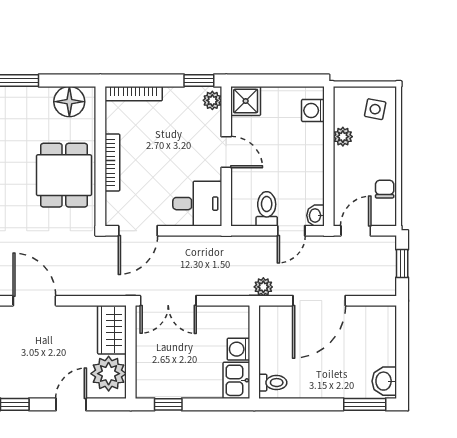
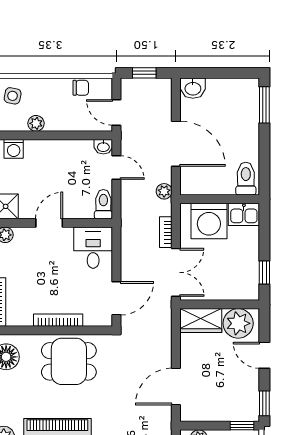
chair: (385, 189) -> (81, 88), turned 180
toilet: (267, 209) -> (103, 204), moved, turned 90
door: (138, 231) -> (116, 298), hinge flipped
bookcase: (215, 289) -> (166, 232), added
washing machine: (238, 349) -> (209, 221), width x1.89, depth x1.89
washbasin: (384, 381) -> (193, 88), moved
toilet: (273, 383) -> (246, 179), width x1.37, depth x1.39

